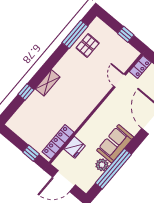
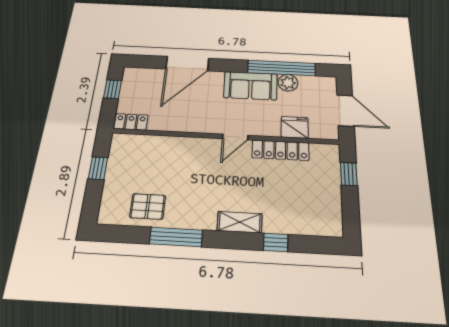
window: (75, 34) -> (176, 237), moved
door: (120, 81) -> (235, 137), moved
locker: (58, 142) -> (281, 150), moved

